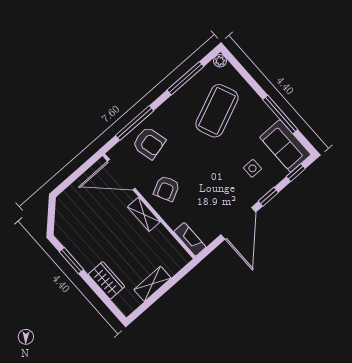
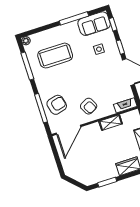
coffee table: (217, 111) -> (55, 56), turned -67
shelving: (144, 214) -> (111, 123), moved

